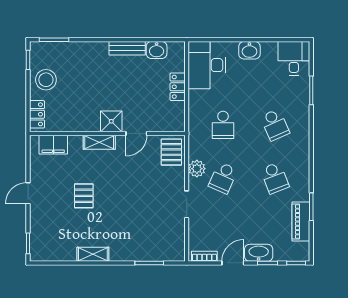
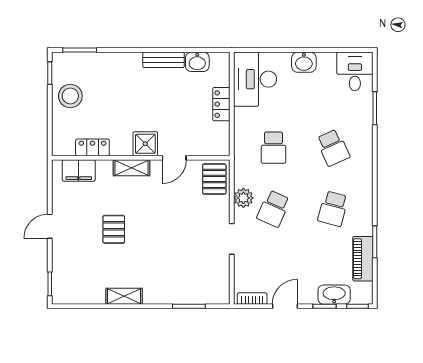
locker: (37, 114) -> (92, 147), moved, turned -90
school desk: (275, 178) -> (333, 209), turned 36
washbasin: (259, 253) -> (334, 295), moved

